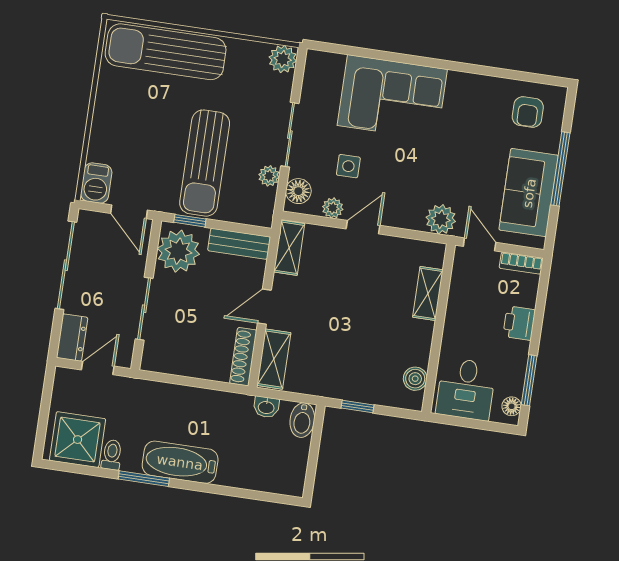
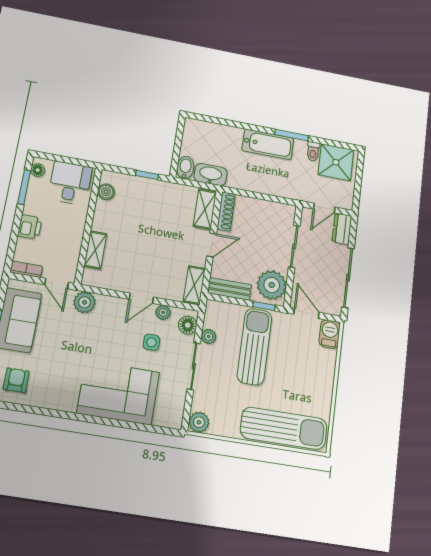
washbasin: (266, 407) -> (211, 175), width x1.91, depth x1.45

